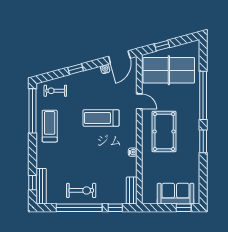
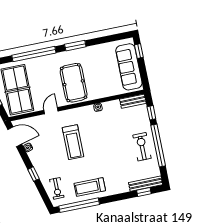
pool table: (164, 131) -> (74, 83), turned 90
sofa: (176, 194) -> (129, 67), width x1.36

